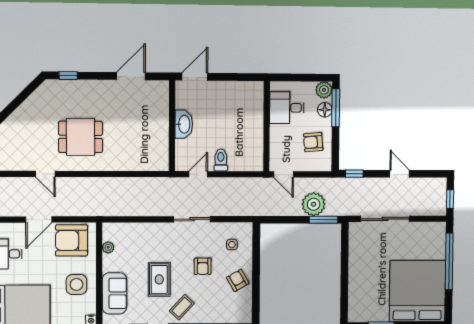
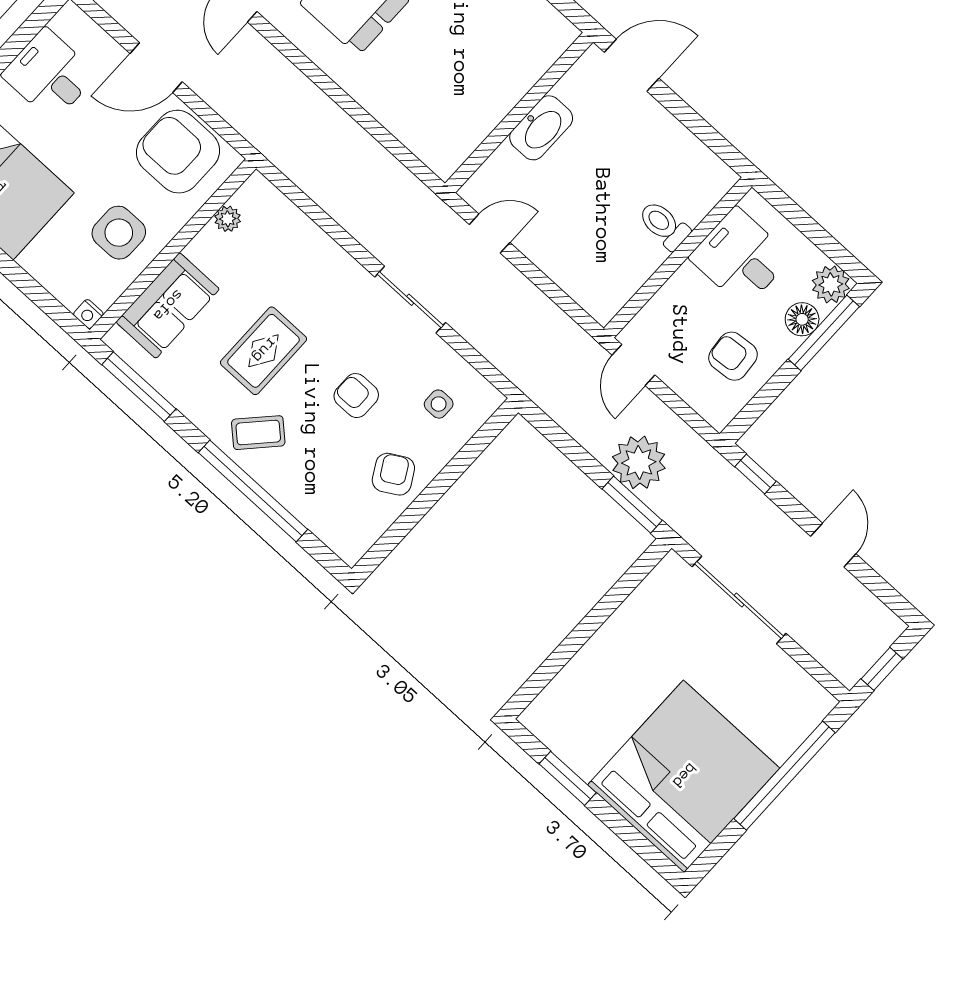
toilet: (221, 160) -> (664, 225), moved, turned -90
armchair: (203, 266) -> (356, 396), turned 90

